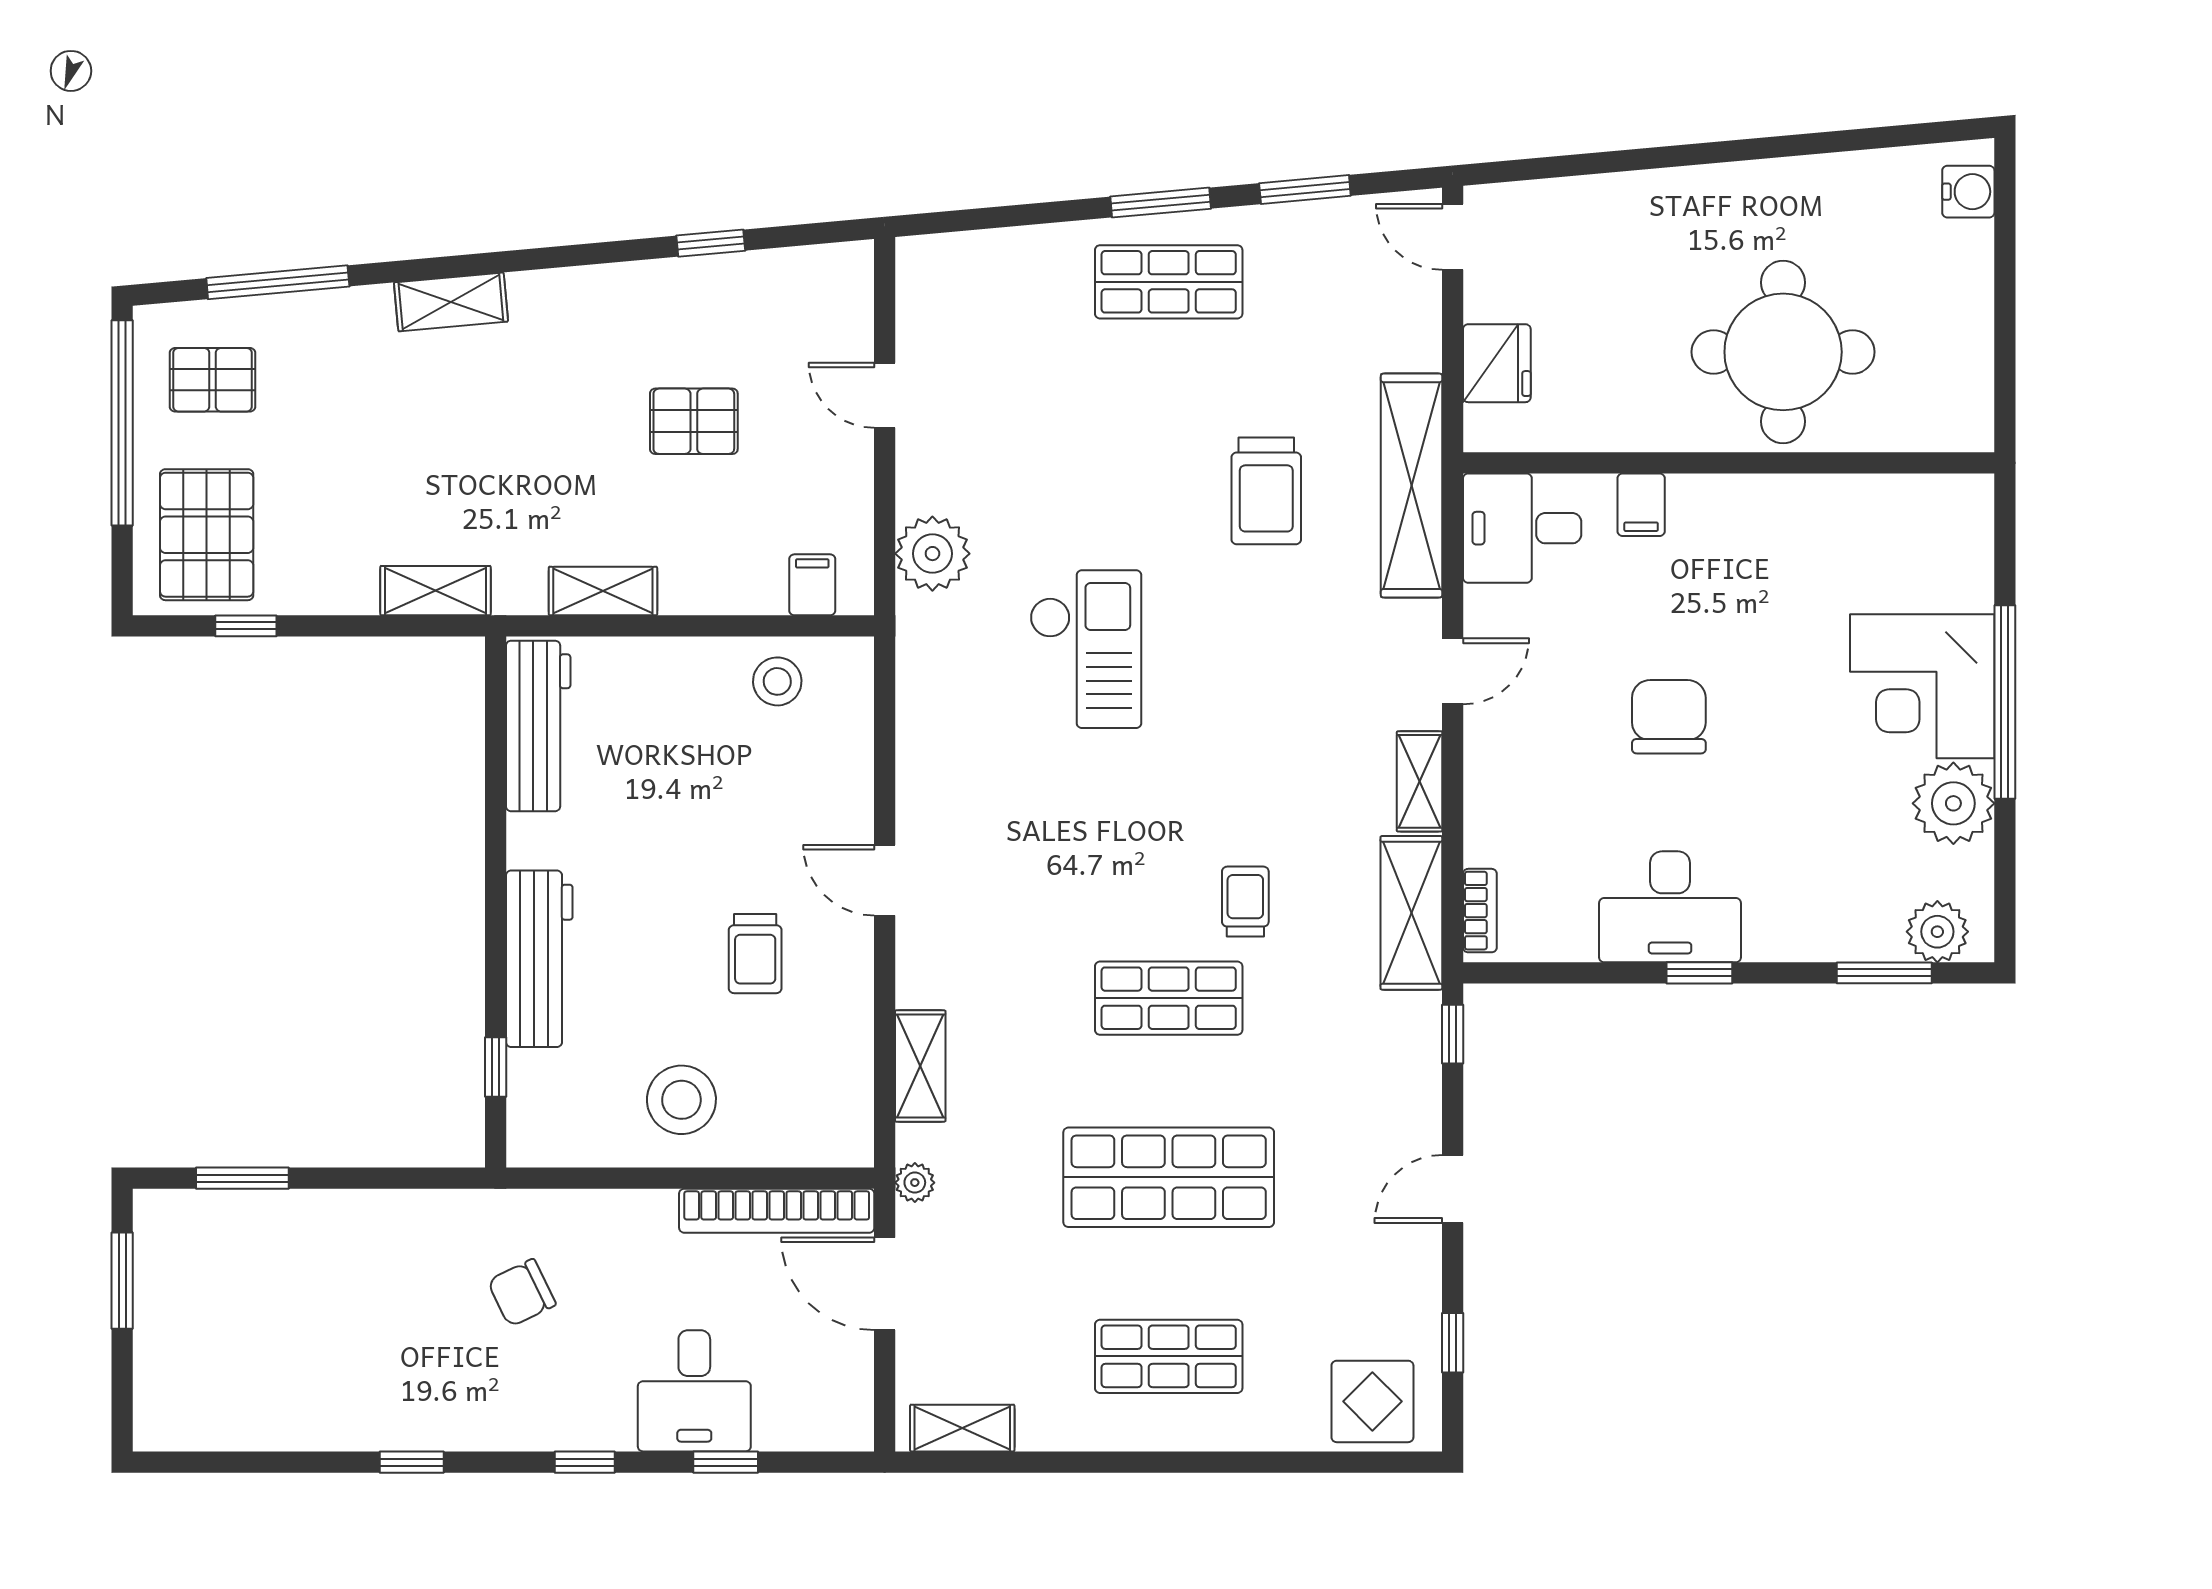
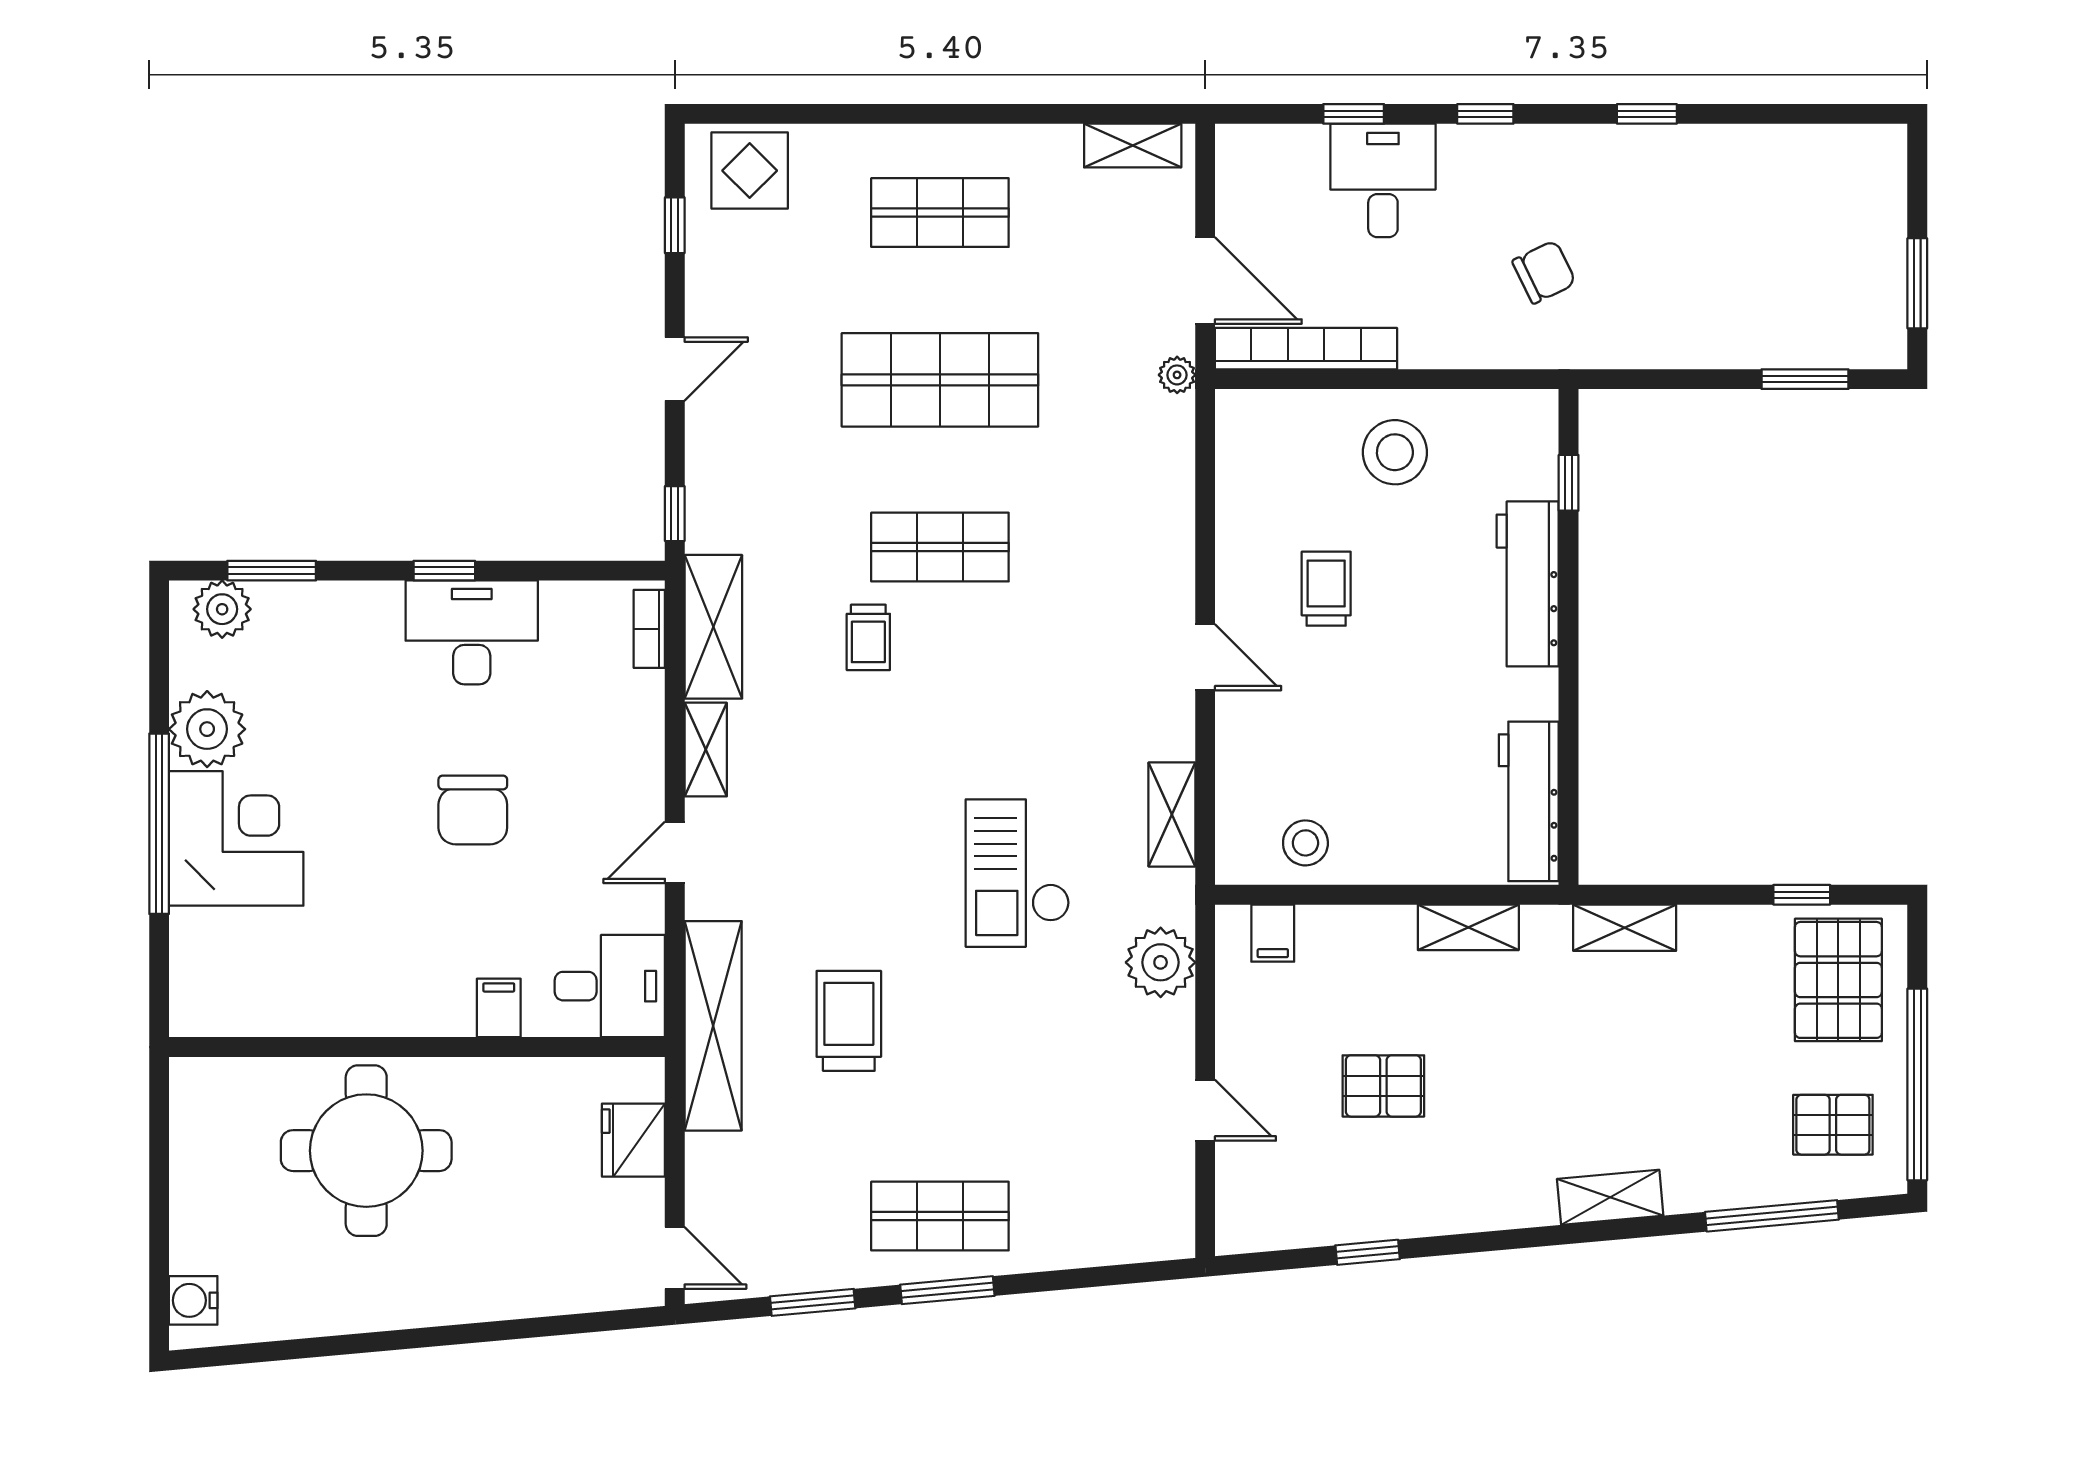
shelving: (920, 1066) -> (1172, 815), moved

